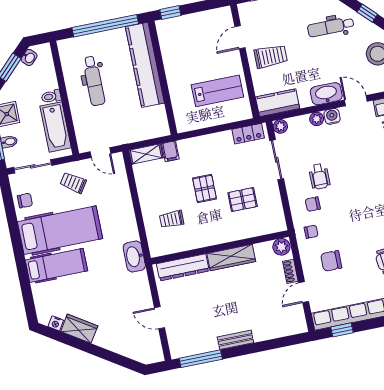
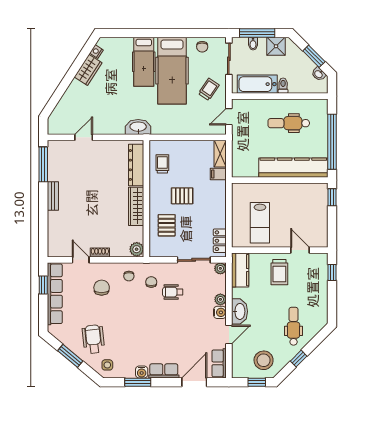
wall: (220, 247) -> (146, 199), moved
plant: (281, 247) -> (137, 249), moved
wardrobe: (231, 258) -> (136, 206), moved
dresser: (183, 267) -> (136, 165), moved

